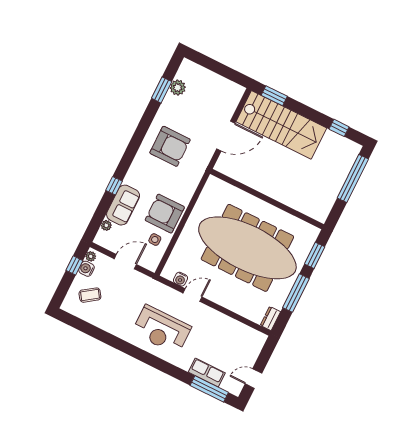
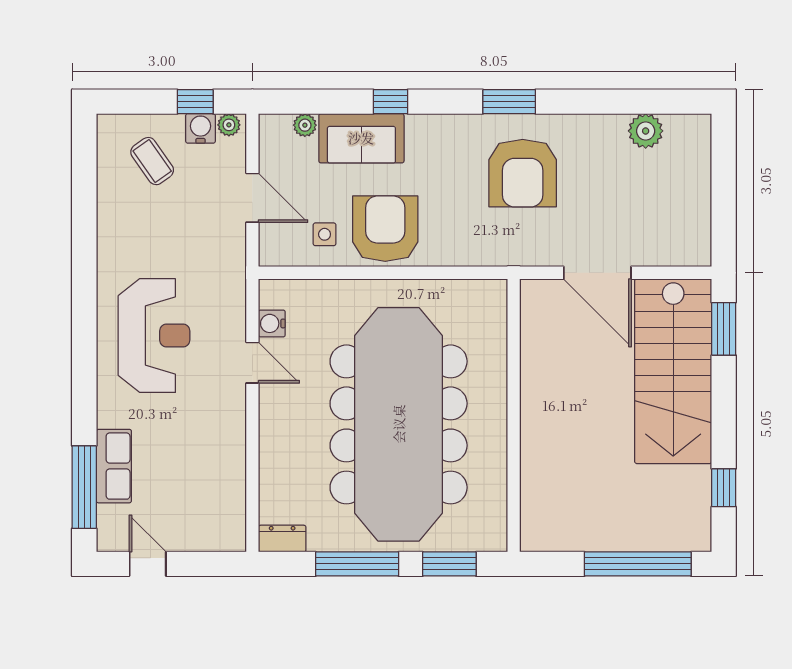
window: (162, 90) -> (509, 102), moved
reception desk: (162, 330) -> (154, 336), turned 180

